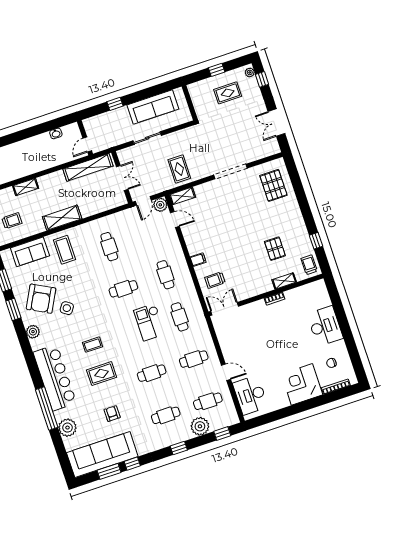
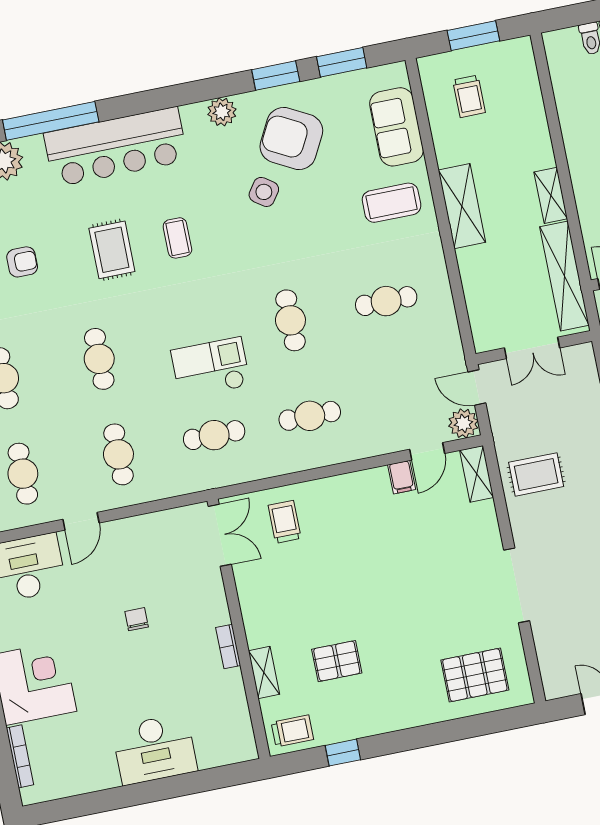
shelving: (26, 187) -> (551, 195), moved
filing cabinet: (198, 260) -> (402, 477), moved
chair: (331, 363) -> (137, 619), moved

